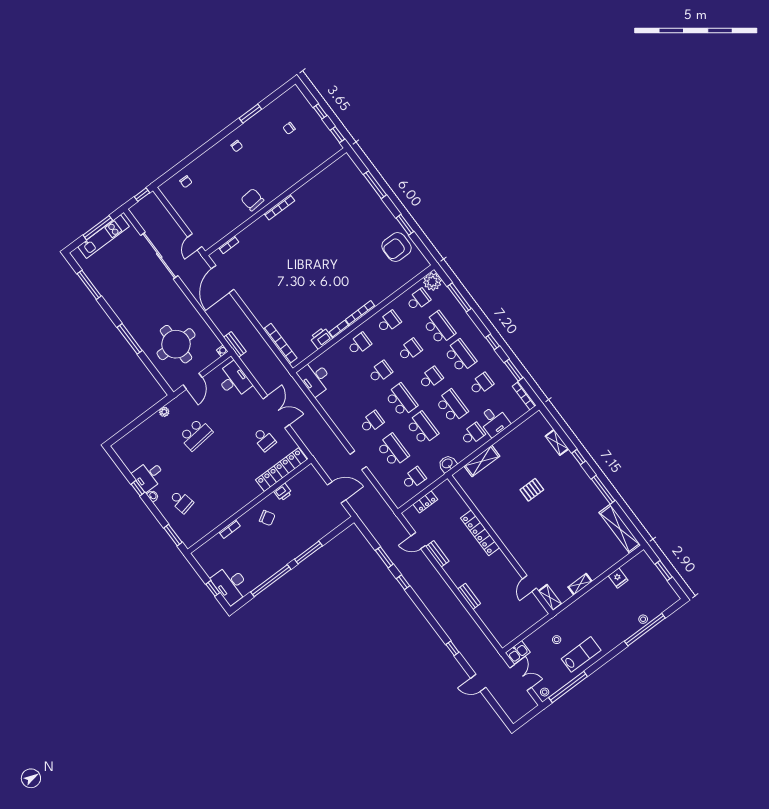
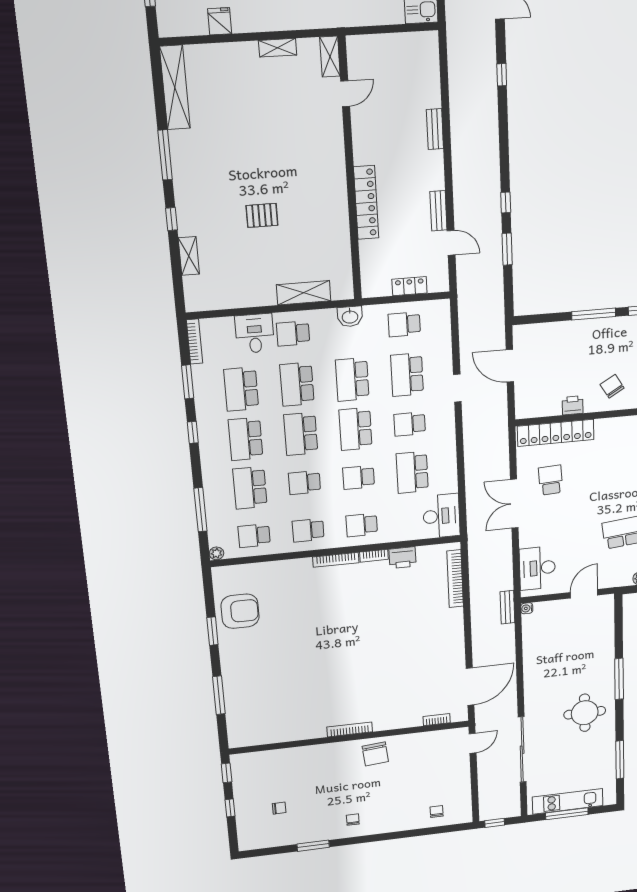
plant: (432, 282) -> (216, 553), width x0.53, depth x0.53
round table: (176, 344) -> (585, 713), moved, width x0.73, depth x0.73
school desk: (431, 378) -> (301, 434), width x1.85
school desk: (481, 384) -> (241, 389), width x1.85
school desk: (351, 394) -> (412, 472), added

